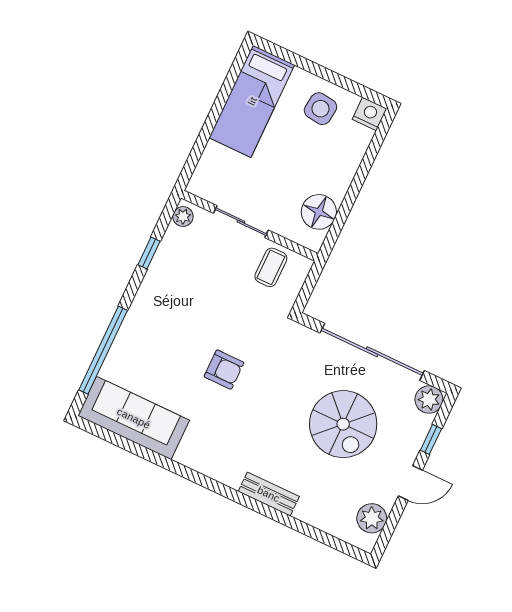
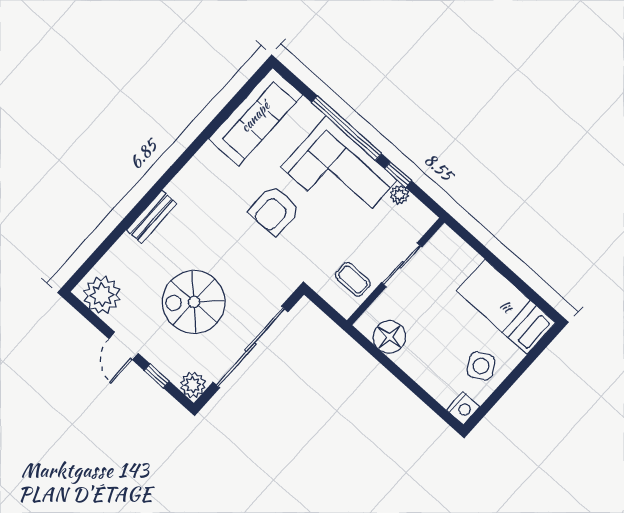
side table: (320, 109) -> (481, 366), turned -38
plant: (183, 217) -> (399, 195), moved
corner sofa: (166, 314) -> (339, 173), added
window: (103, 350) -> (346, 128), moved
armchair: (224, 370) -> (274, 210), width x1.38, depth x1.38
plant: (372, 518) -> (102, 295), width x1.36, depth x1.36

